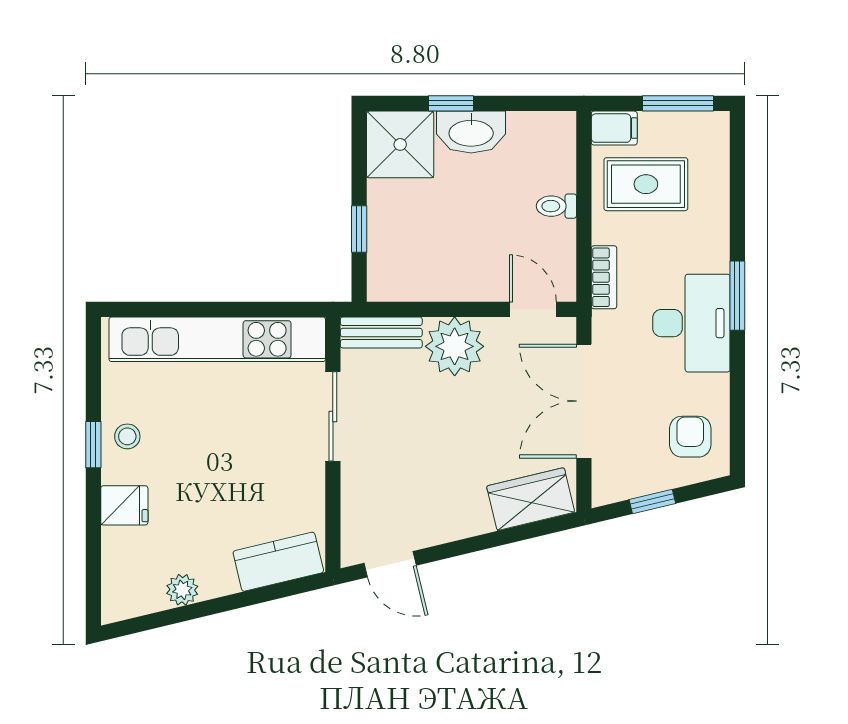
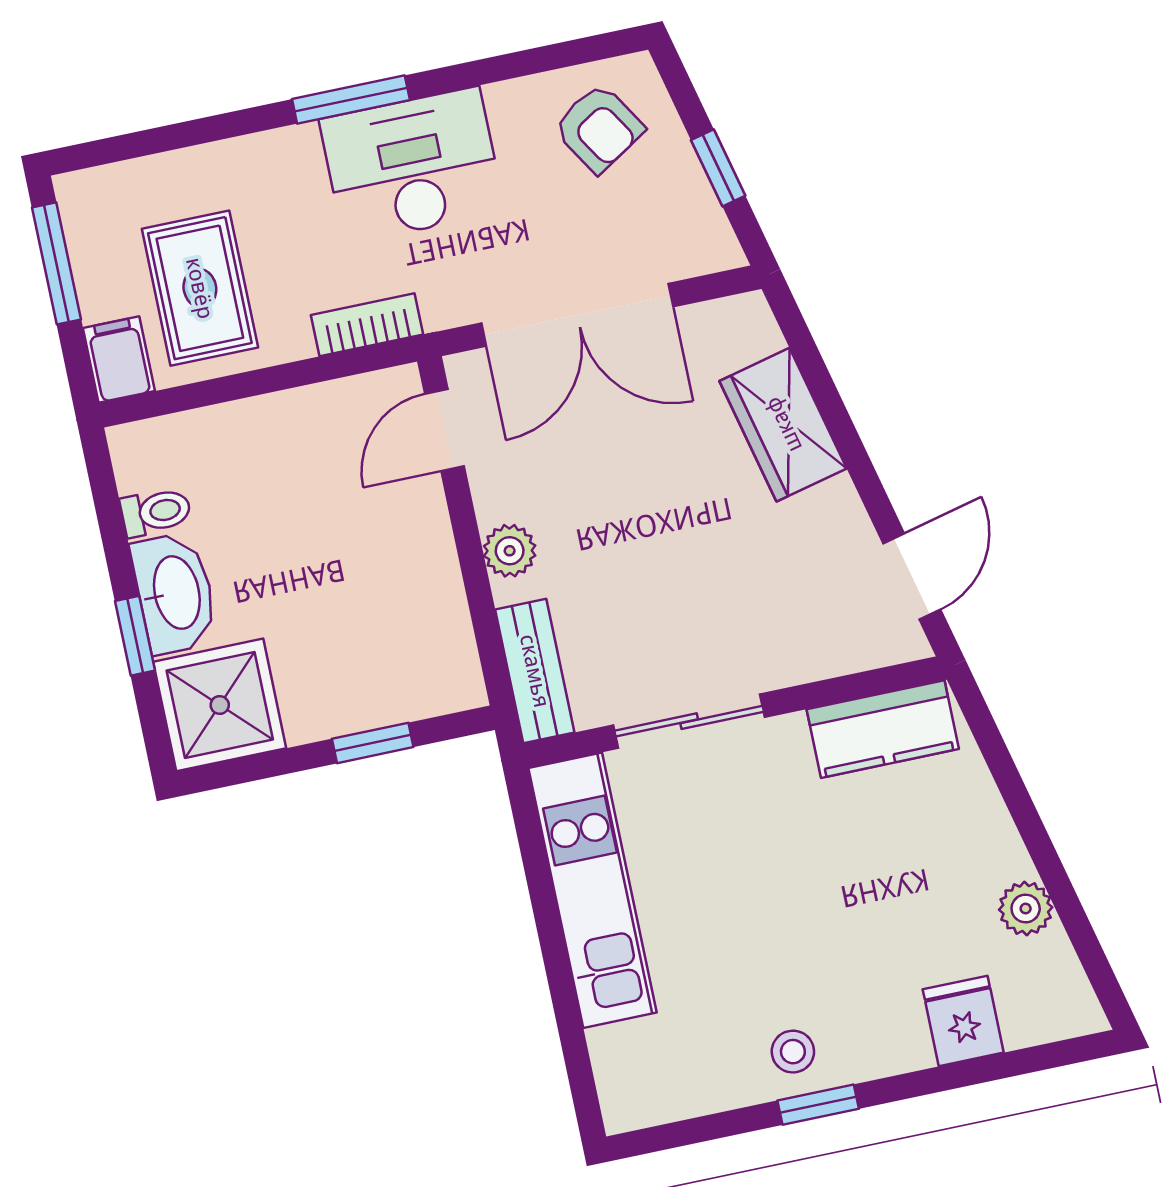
toilet: (556, 206) -> (156, 512), moved, turned -90
kitchen unit: (217, 339) -> (593, 890), width x0.73
plant: (455, 346) -> (510, 551), width x0.53, depth x0.53
armchair: (690, 437) -> (599, 128), turned -122
wardrobe: (531, 499) -> (783, 425), moved
fridge: (124, 505) -> (963, 1021), moved
kitchen counter: (278, 562) -> (883, 729), moved, turned -77

